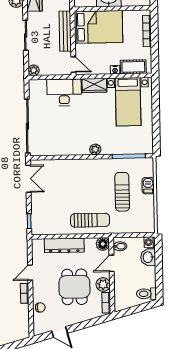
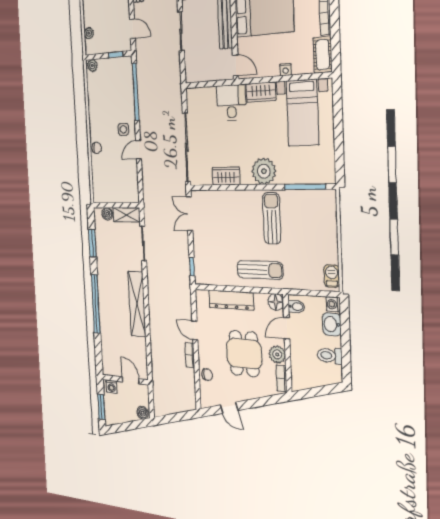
cot: (133, 67) -> (323, 55), moved, turned 90
plant: (34, 70) -> (191, 76), removed
desk: (64, 92) -> (231, 103), width x0.73
wardrobe: (62, 149) -> (226, 176), added
plant: (95, 149) -> (264, 171), width x1.87, depth x1.87
double door: (28, 179) -> (189, 214), swing flipped
barbecue: (148, 186) -> (332, 276), moved
sun lounger: (122, 192) -> (272, 218), moved
door: (30, 273) -> (195, 331), hinge flipped
toilet: (146, 294) -> (330, 356), moved

